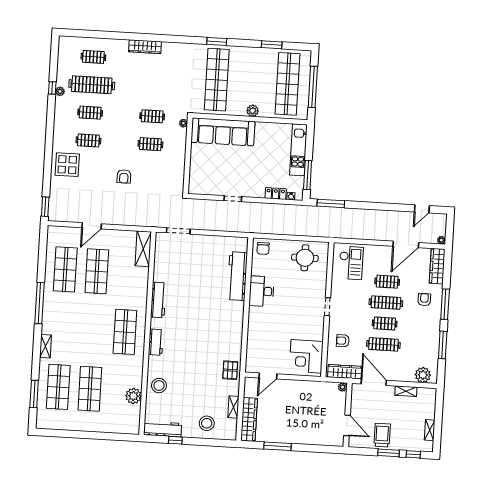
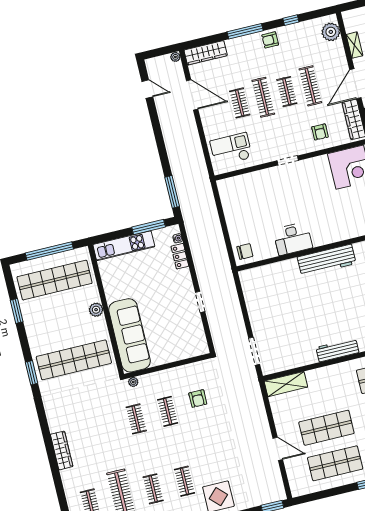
armchair: (124, 176) -> (198, 399), moved, turned 90
round table: (305, 258) -> (241, 202), removed
workbench: (237, 276) -> (327, 260), moved
armchair: (424, 300) -> (270, 40), moved
window: (443, 345) -> (291, 20), width x0.46

